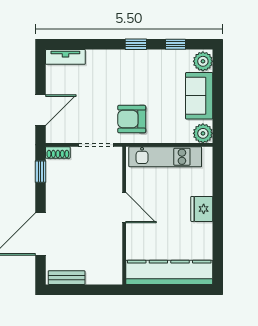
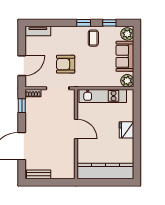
coffee table: (151, 68) -> (93, 38), added
armchair: (132, 119) -> (66, 64), moved

